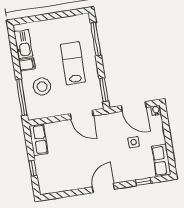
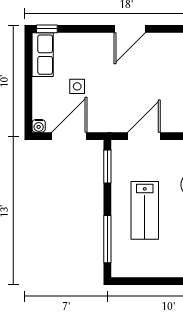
door: (134, 107) -> (69, 136), hinge flipped
door: (82, 115) -> (144, 136), hinge flipped
window: (143, 182) -> (47, 29), moved

